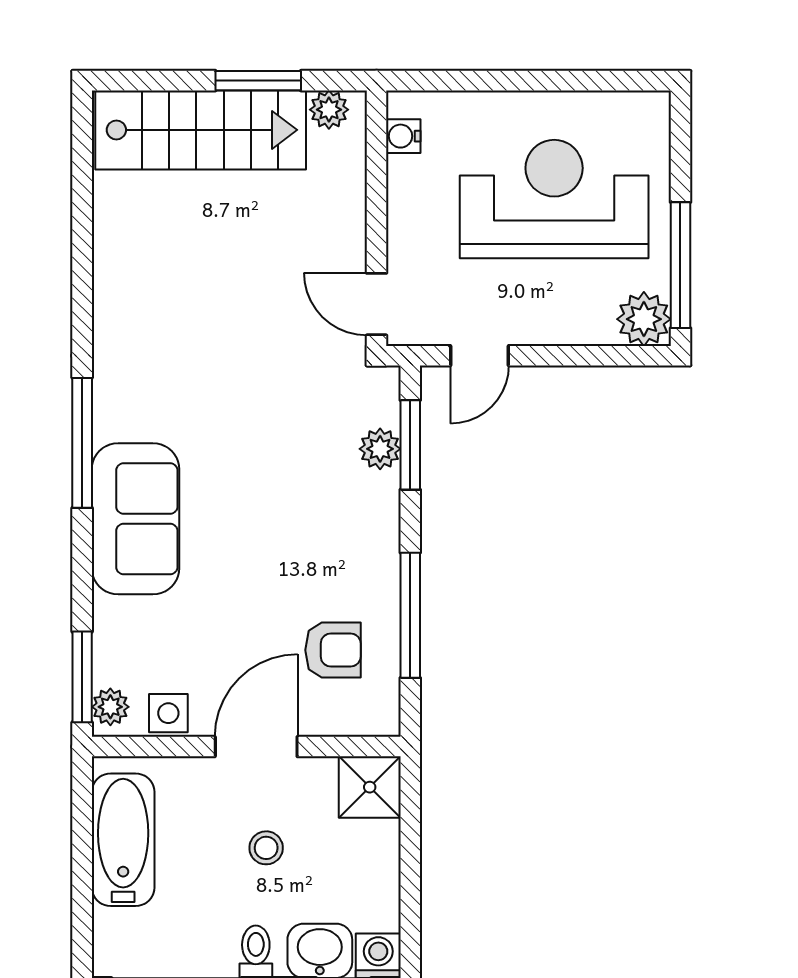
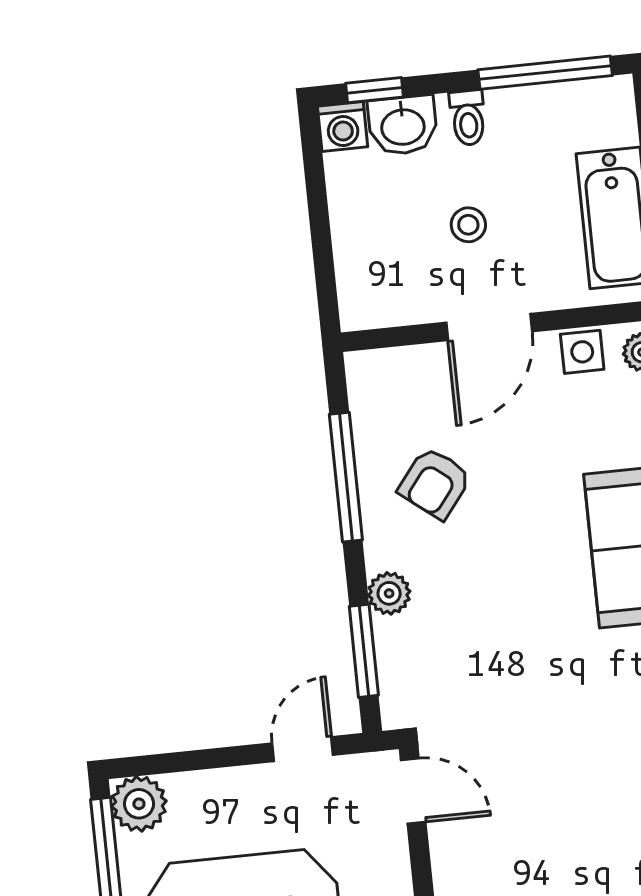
plant: (380, 449) -> (389, 593), moved
armchair: (333, 650) -> (435, 483), moved, turned -52
shower: (370, 787) -> (369, 298), removed

